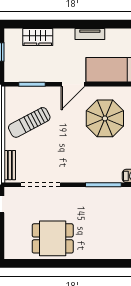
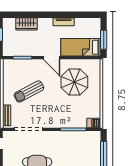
door: (73, 84) -> (52, 58), hinge flipped
sun lounger: (29, 122) -> (29, 92), moved

